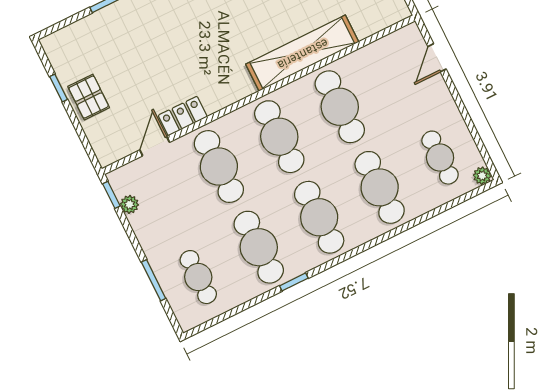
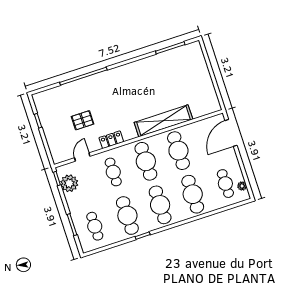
door: (437, 58) -> (231, 133), width x1.88
pallet: (89, 97) -> (83, 120), moved, turned 90
locker: (183, 116) -> (111, 140), moved
cafe table: (219, 167) -> (113, 172), width x0.73, depth x0.74
plant: (482, 176) -> (242, 186), moved
plant: (129, 204) -> (69, 183), width x1.88, depth x1.88

